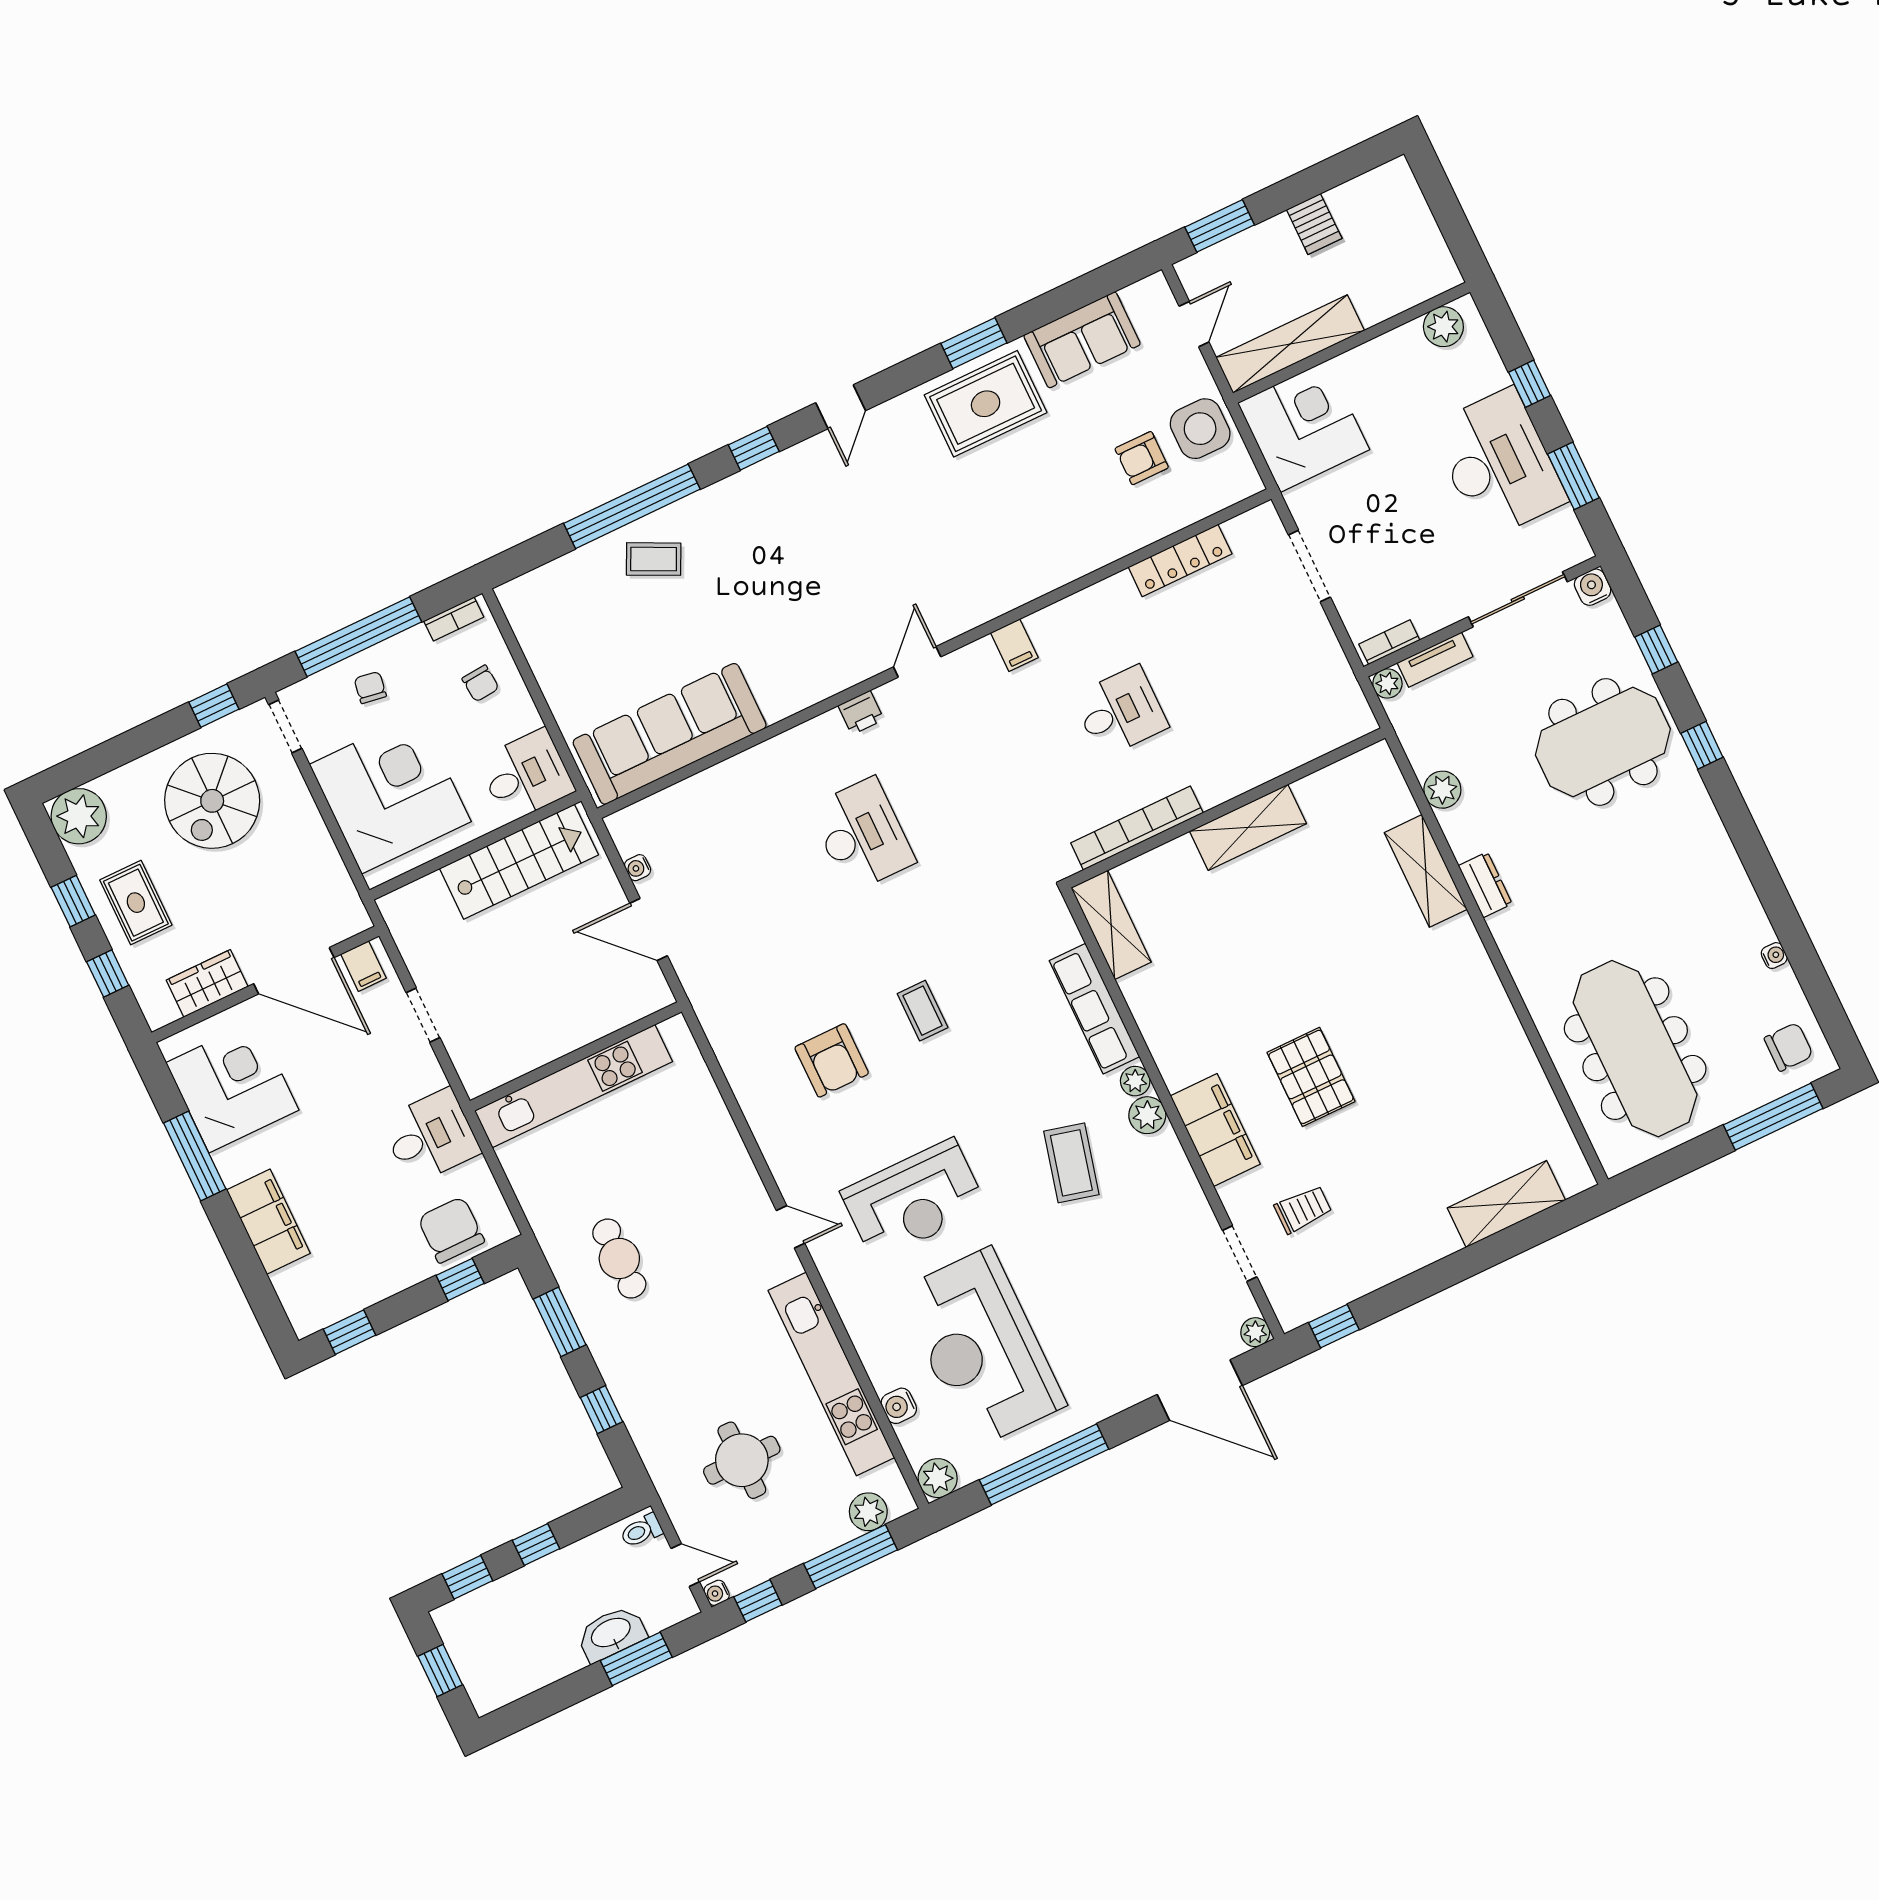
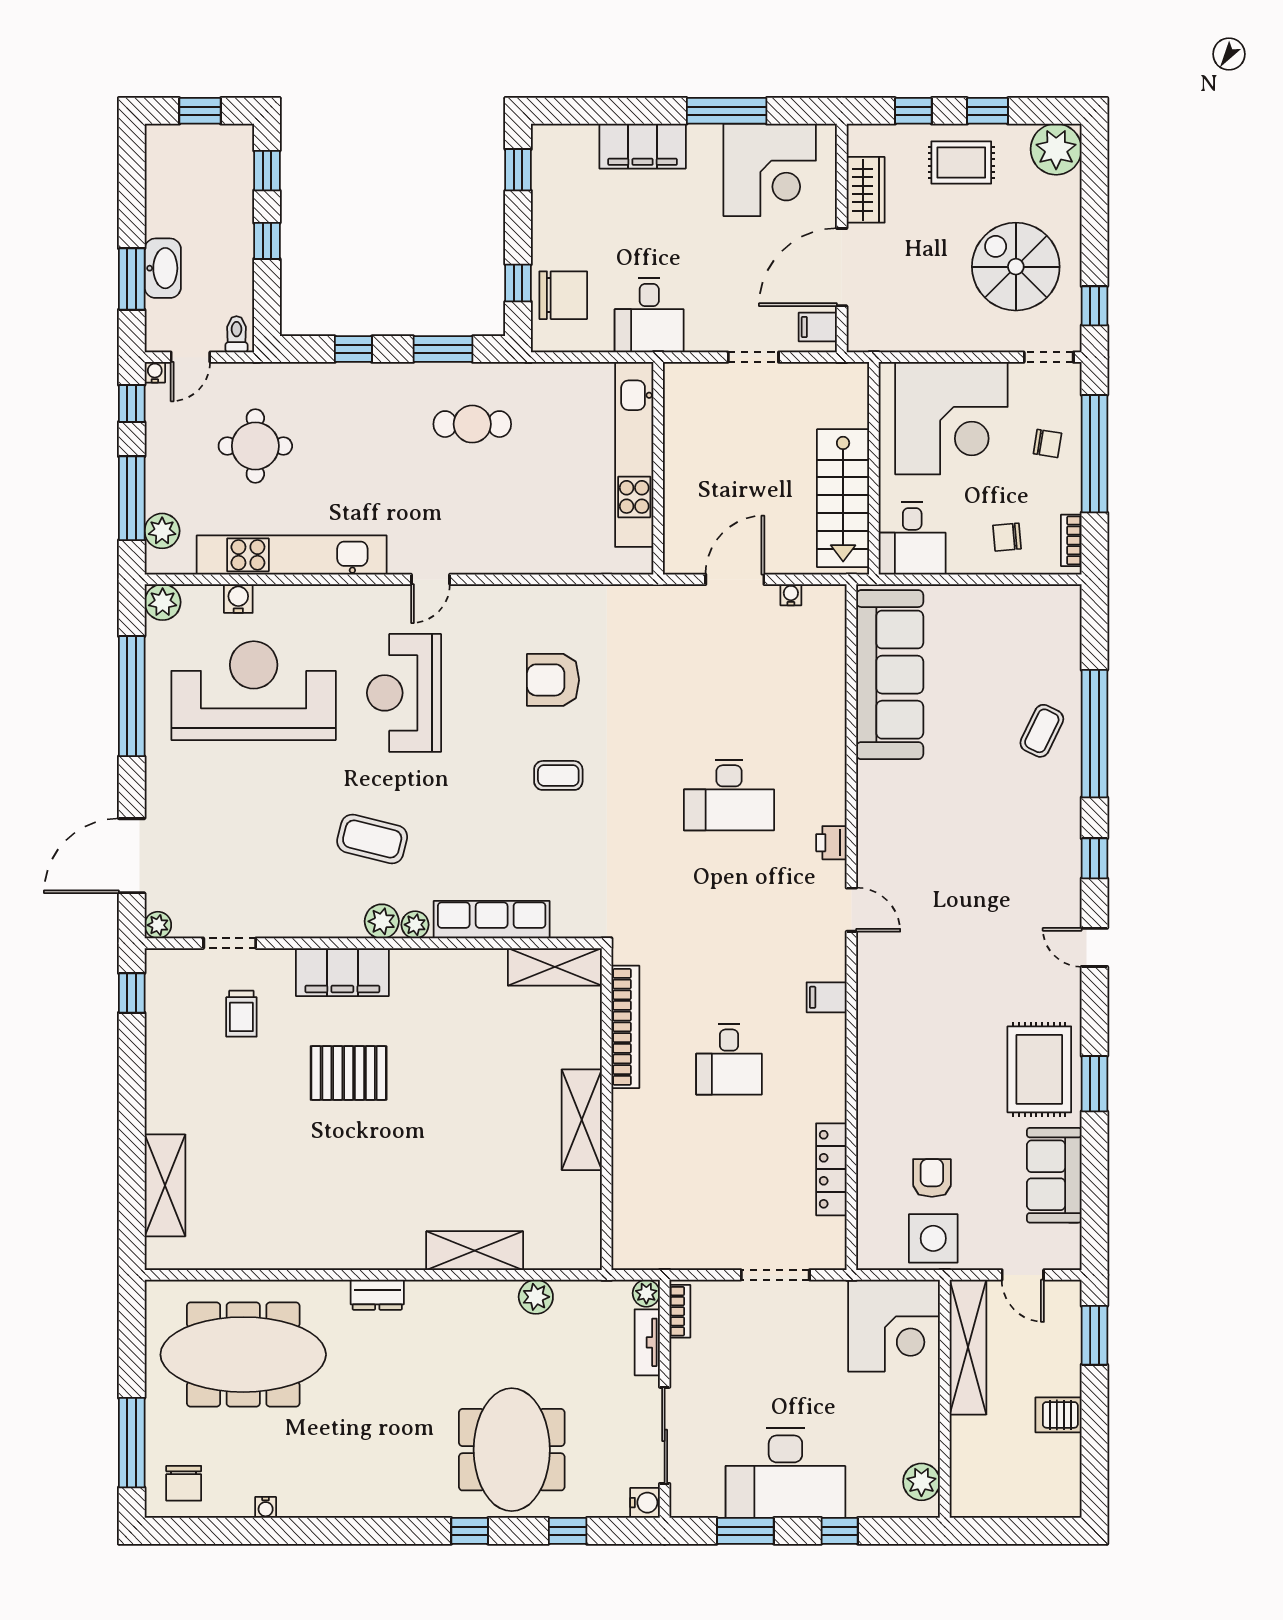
dresser: (1485, 885) -> (377, 1295), moved

